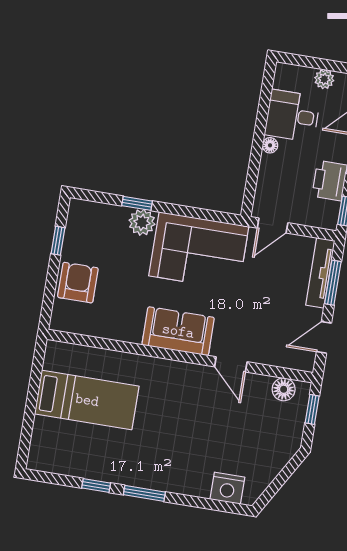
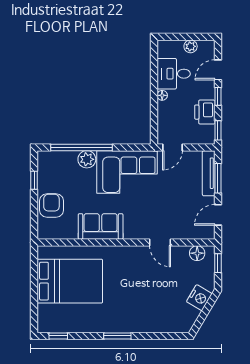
window: (137, 203) -> (82, 147), width x3.17
sofa: (178, 331) -> (101, 226), moved
bed: (87, 400) -> (70, 281), width x1.50
window: (96, 486) -> (58, 336), moved
nightstand: (227, 488) -> (199, 298), moved, turned -59

